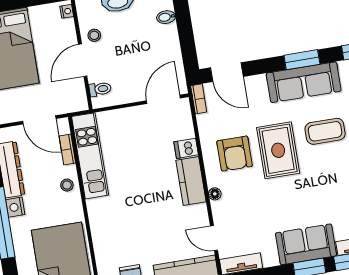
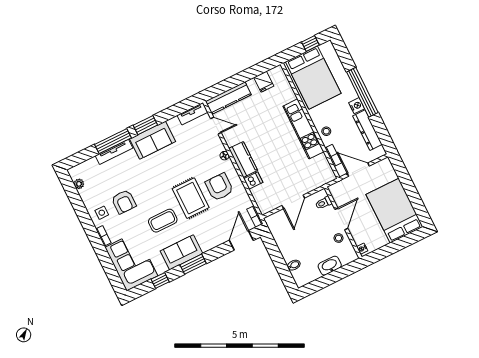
door: (227, 72) -> (241, 240), hinge flipped
sofa: (304, 82) -> (181, 252), width x0.73
door: (163, 99) -> (293, 202), moved
kitchen unit: (90, 156) -> (303, 129), moved

